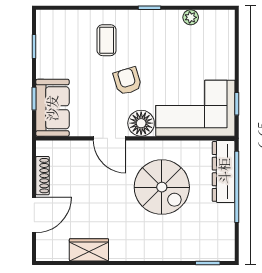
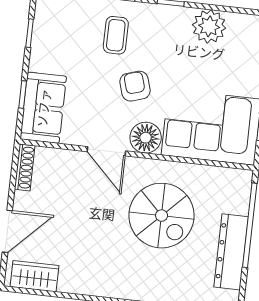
plant: (191, 17) -> (209, 26), width x1.88, depth x1.88
dresser: (224, 171) -> (231, 252), moved
shoe rack: (43, 176) -> (25, 167), moved
wardrobe: (89, 250) -> (35, 276), moved

